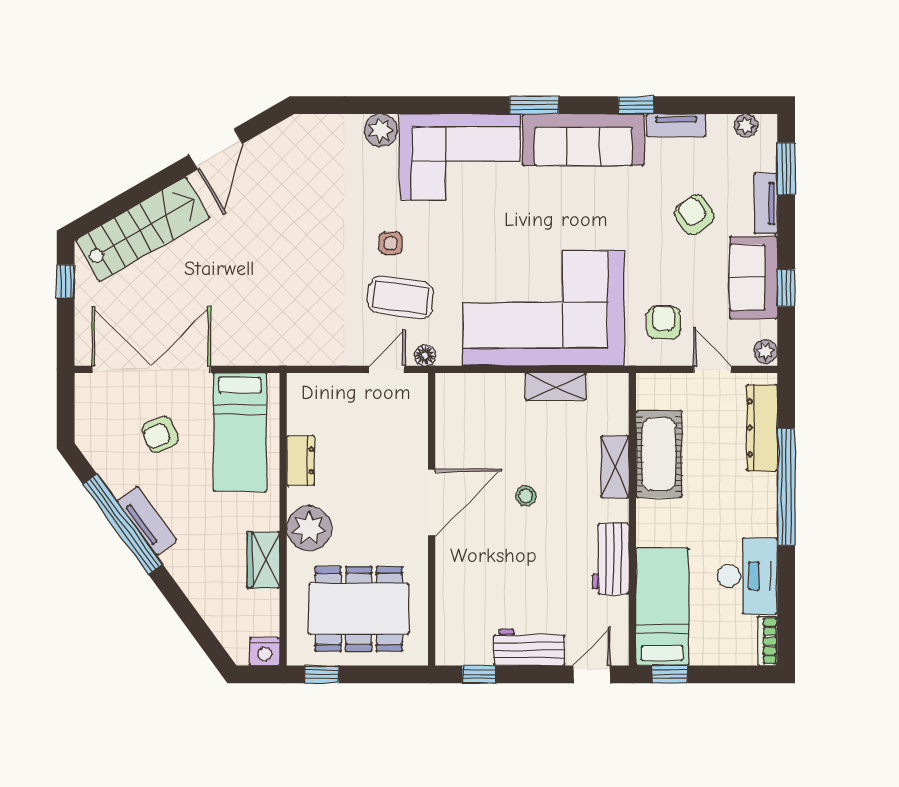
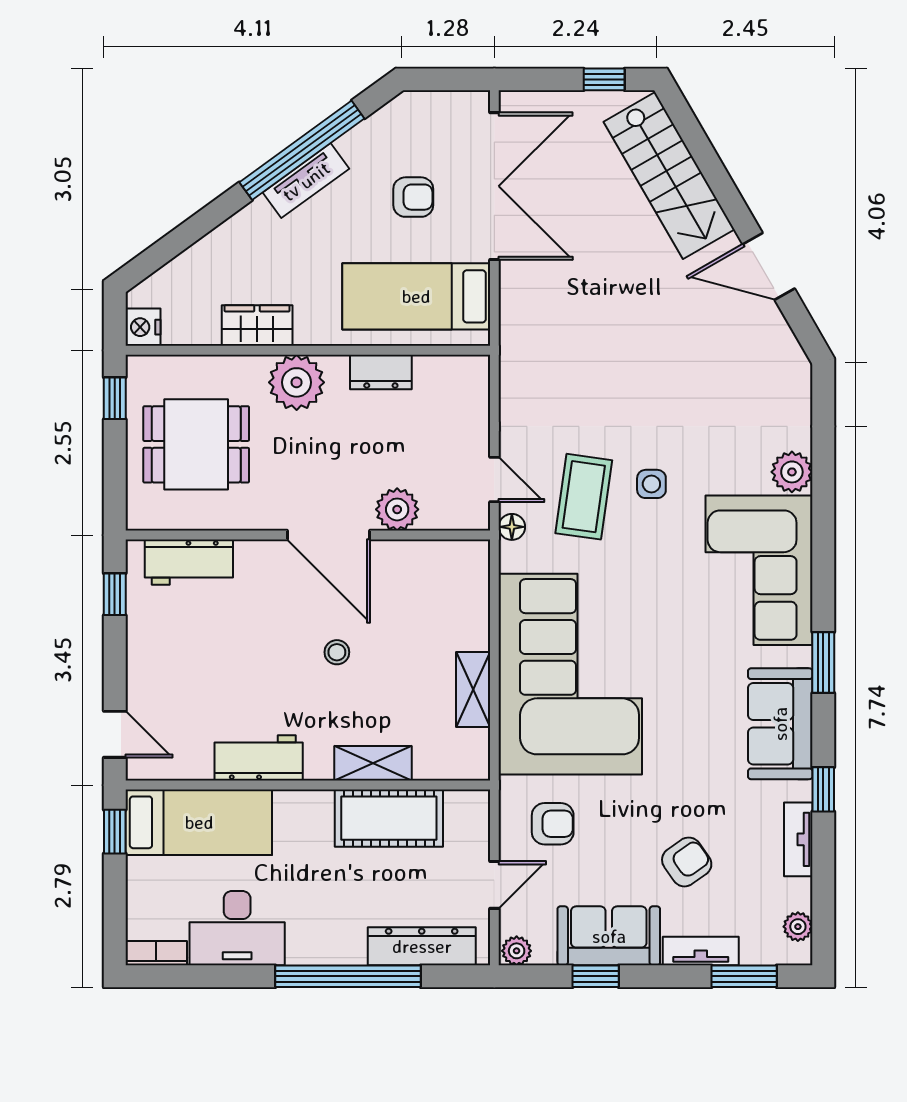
sofa: (583, 140) -> (780, 724), width x0.73
armchair: (160, 434) -> (413, 197), turned 113
plant: (411, 447) -> (397, 509), added
dining table: (359, 609) -> (196, 444), width x0.73
workbench: (529, 647) -> (189, 562), moved, turned 90

